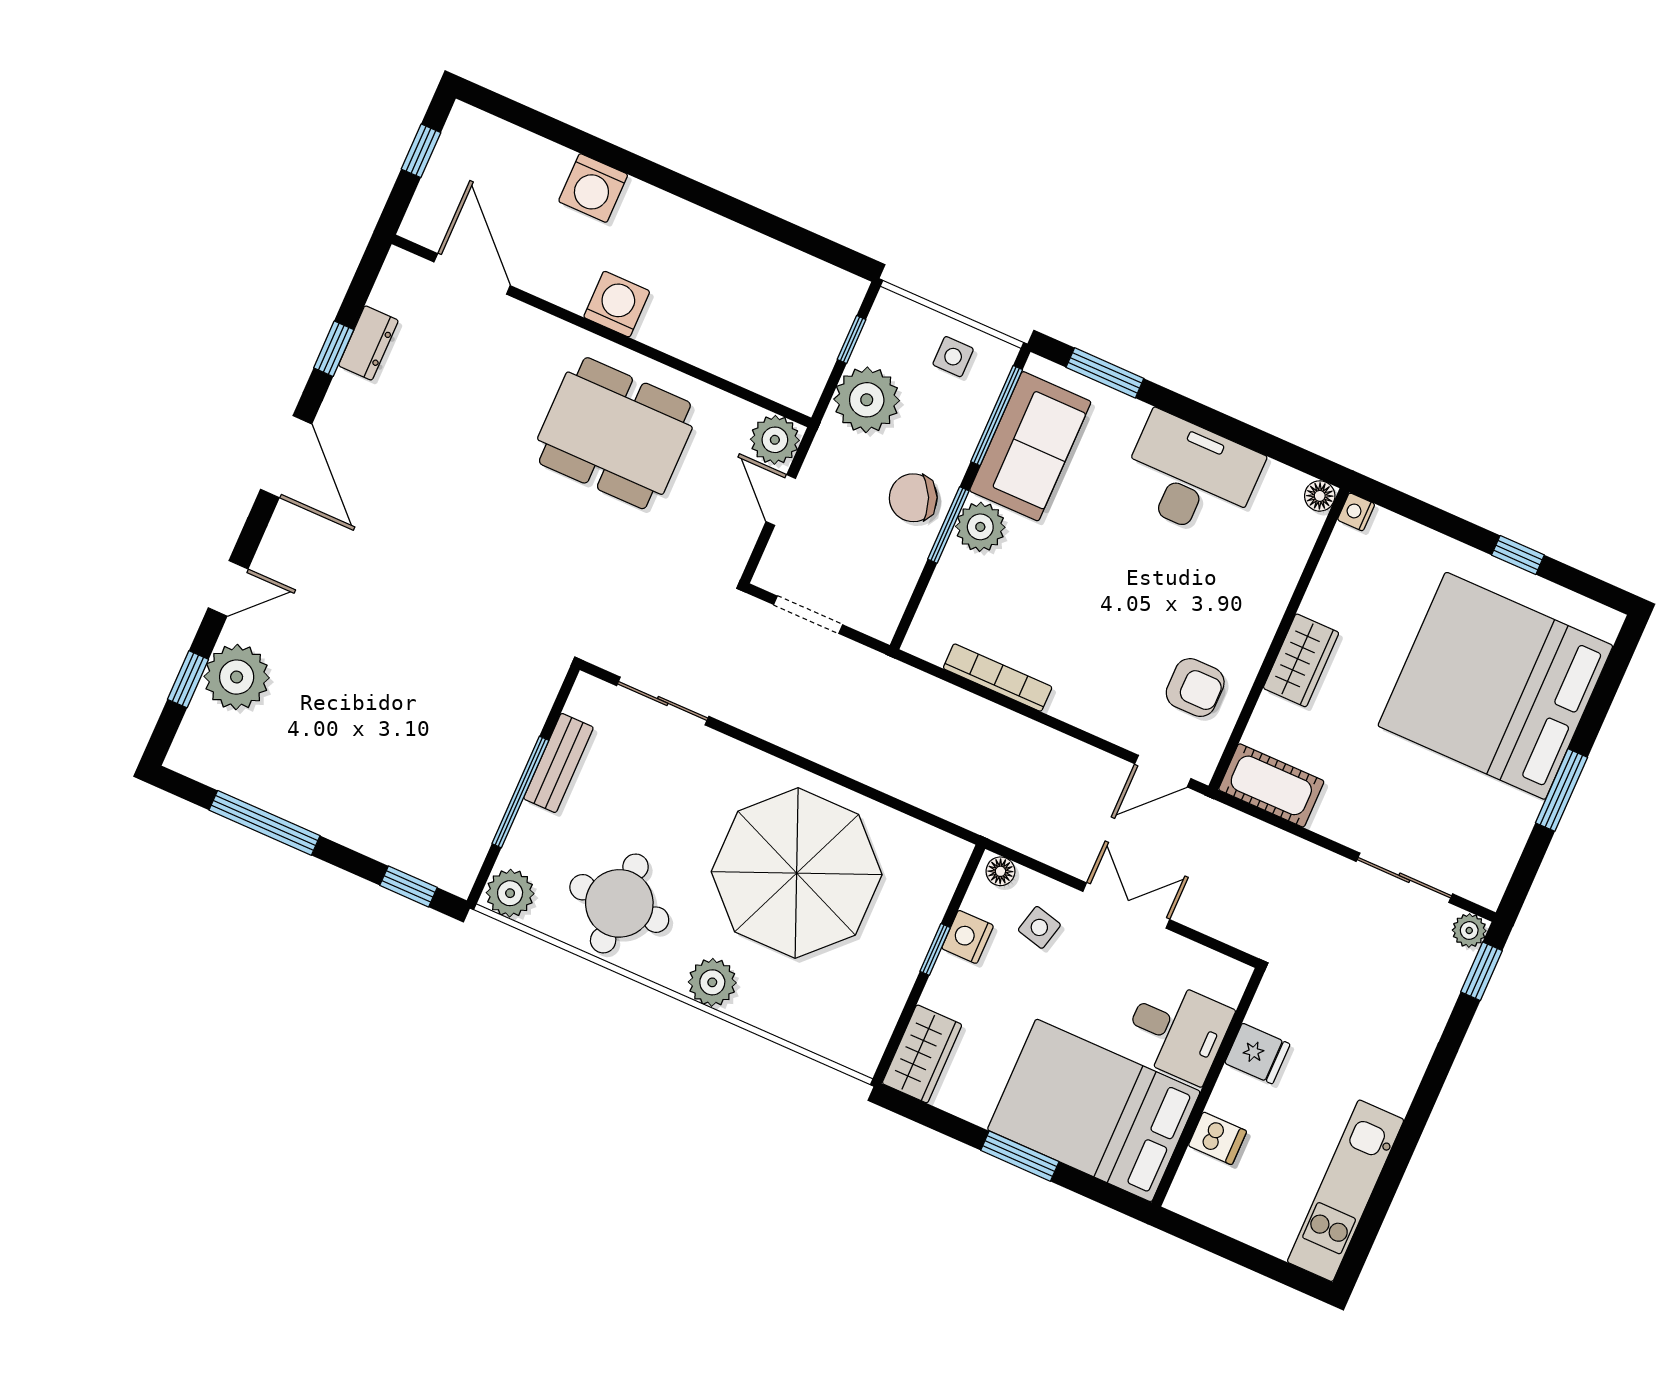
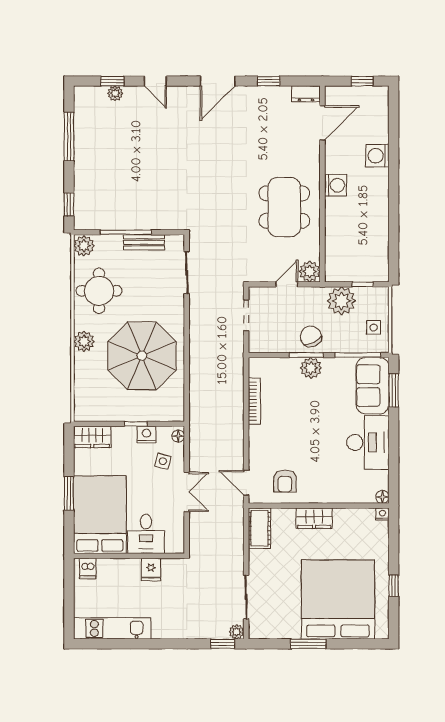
dresser: (368, 343) -> (306, 94), moved
sofa: (1030, 446) -> (373, 386), moved, turned 90
plant: (237, 677) -> (115, 93), width x0.53, depth x0.53
dishwasher: (1218, 1138) -> (88, 569), moved

